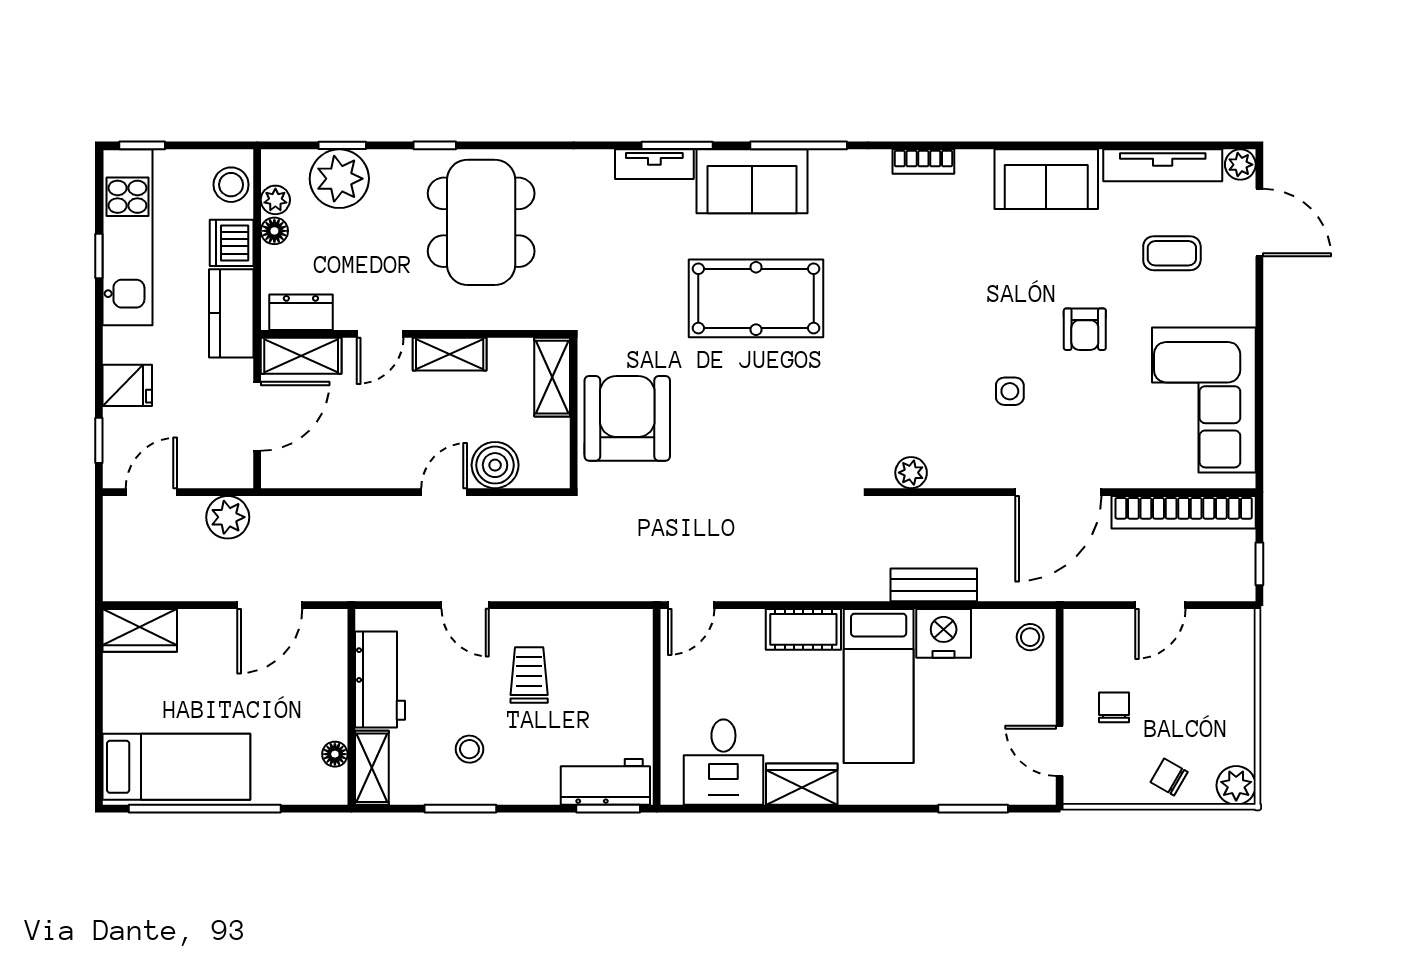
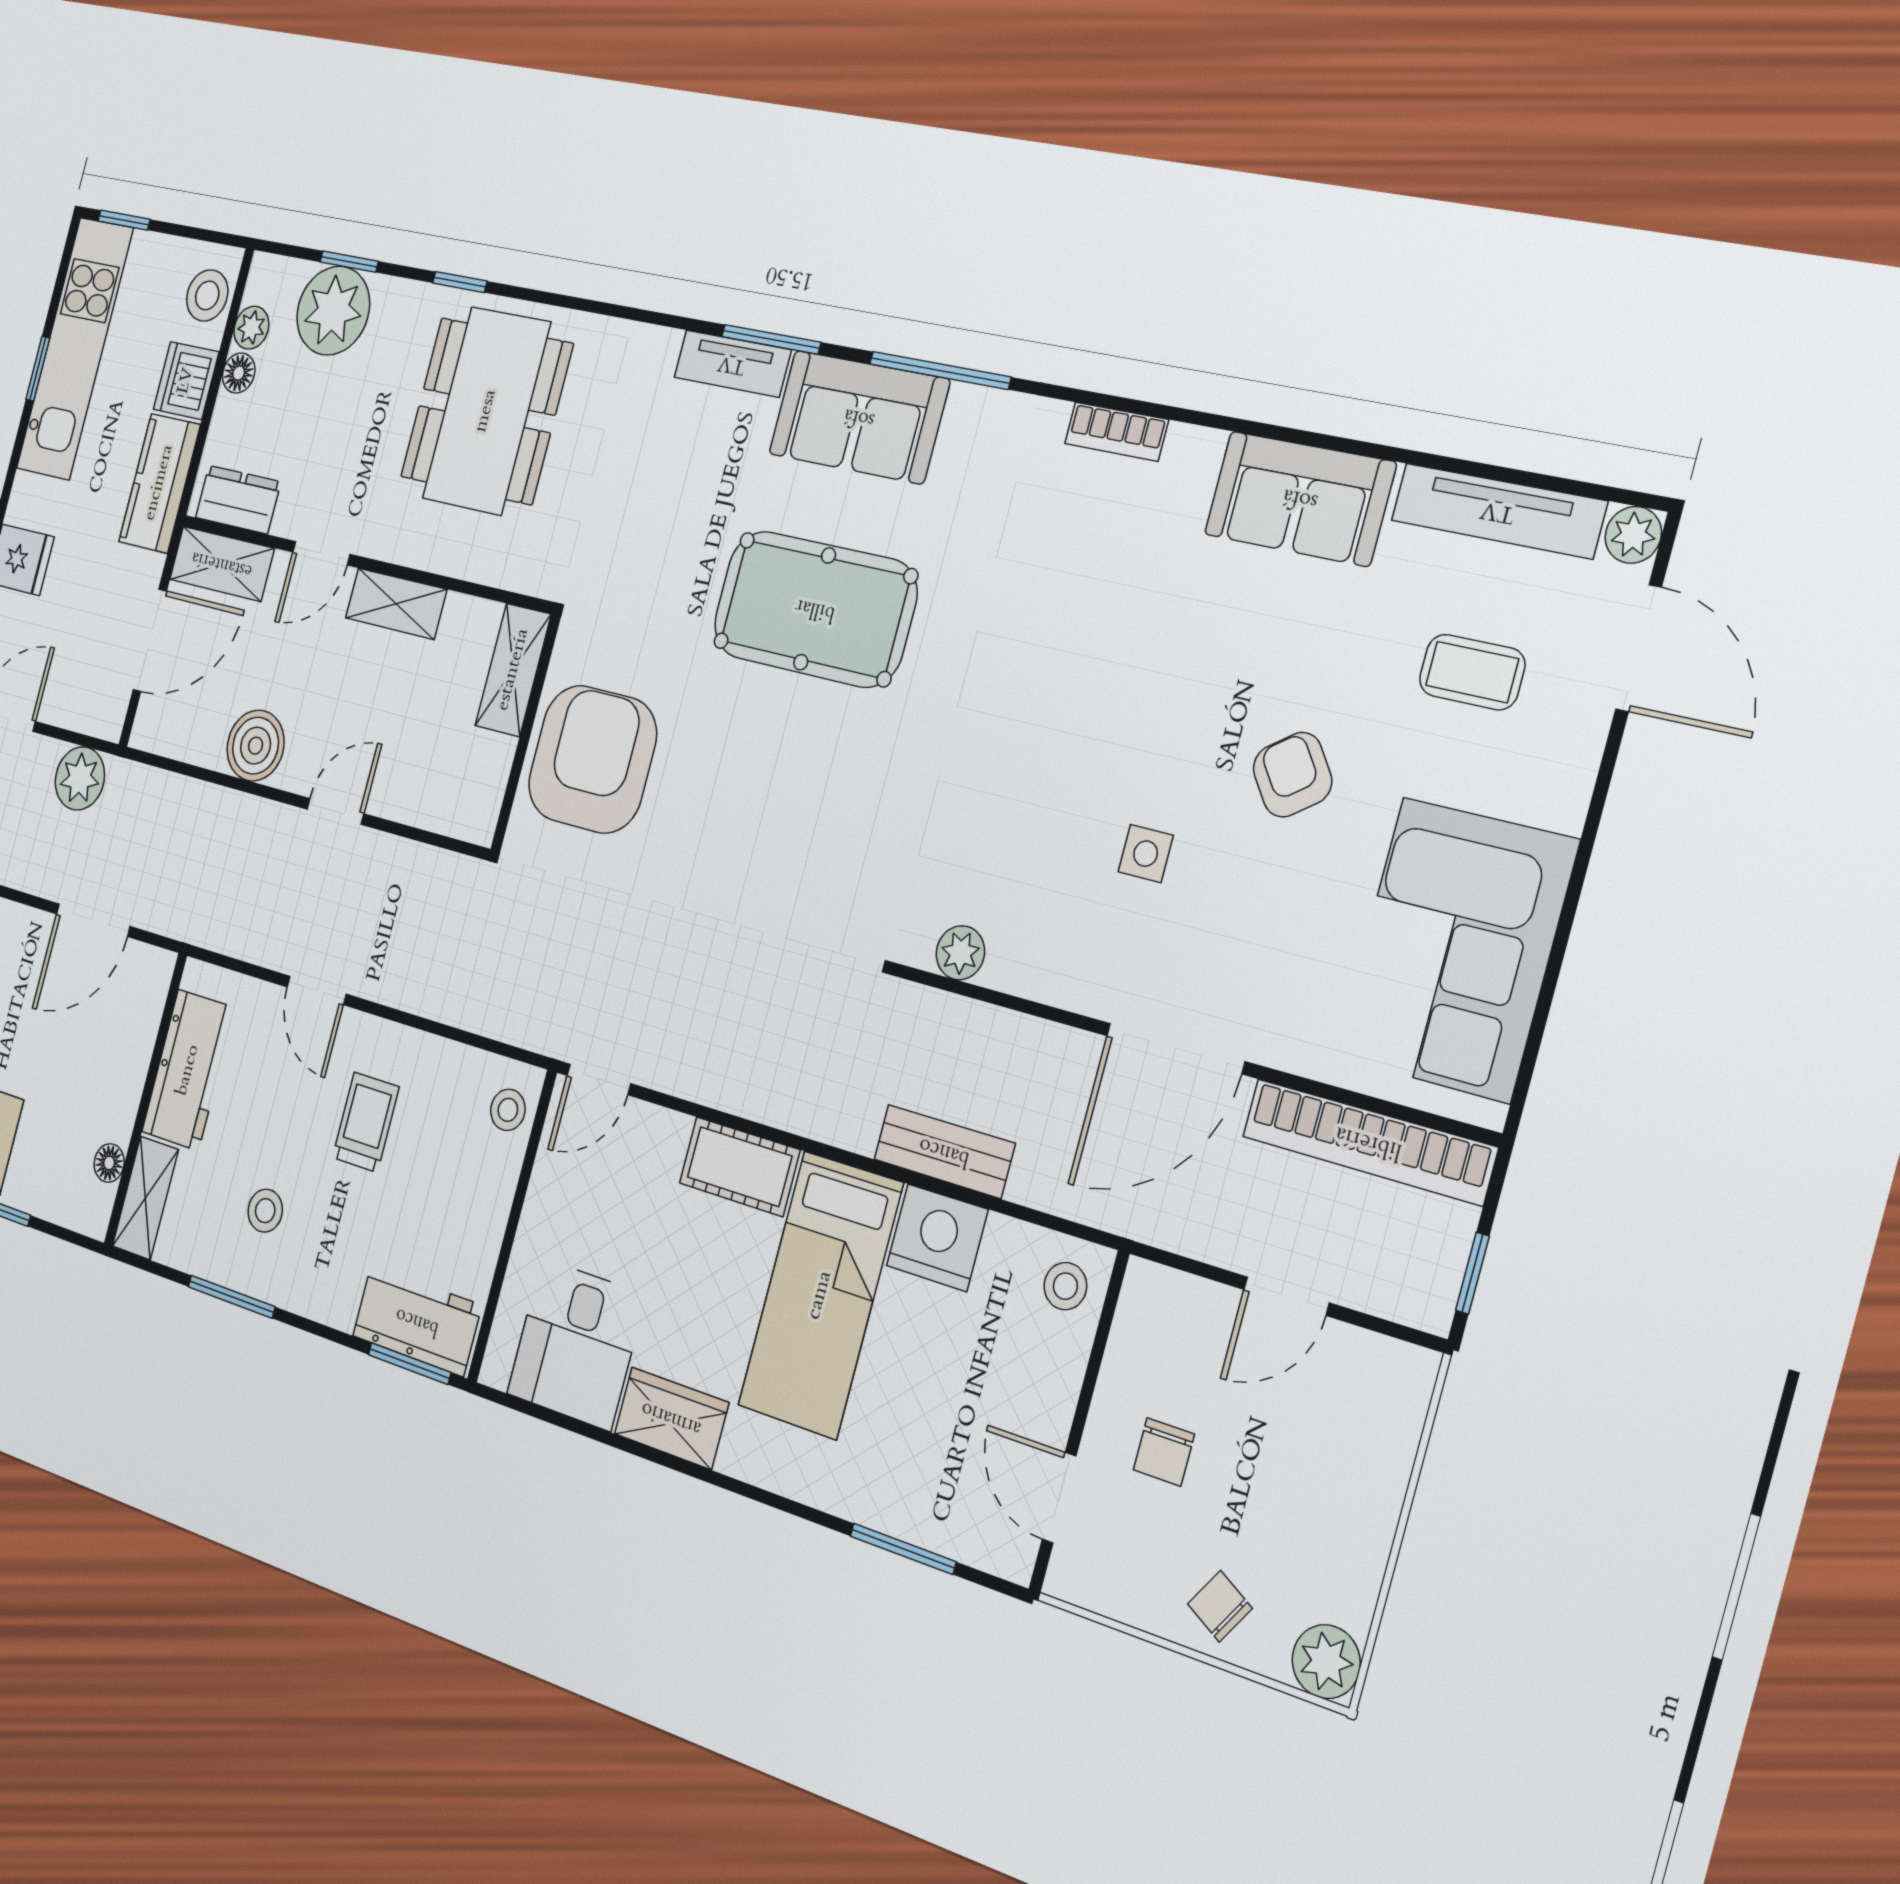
armchair: (1085, 329) -> (1292, 775), turned 144
boiler: (495, 465) -> (256, 746), moved
stool: (632, 640) -> (508, 1110), added
chair: (1114, 707) -> (1164, 1452), turned 180

